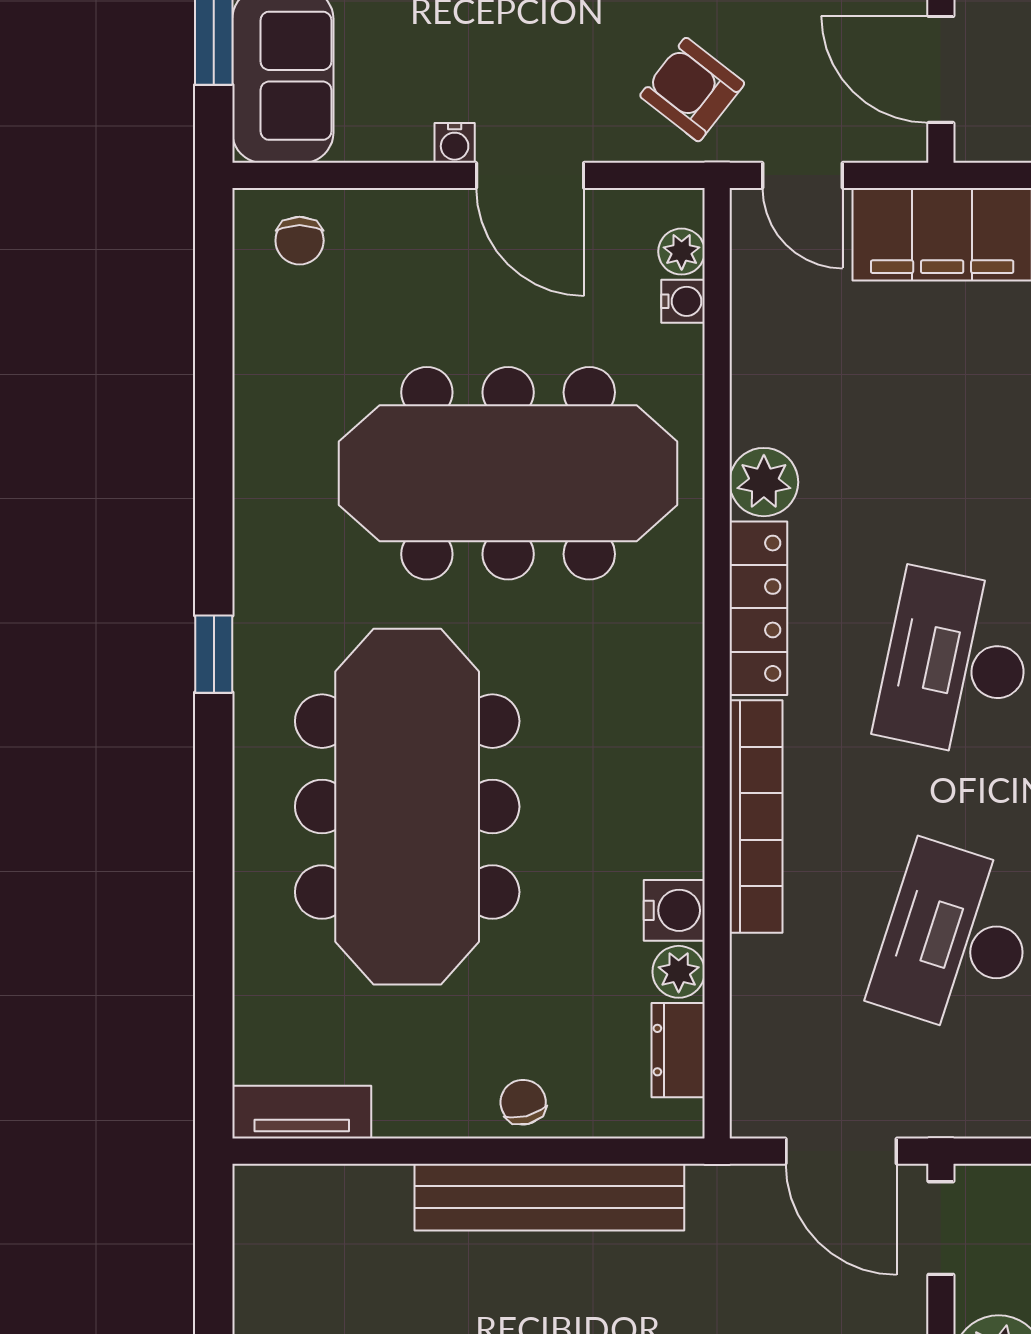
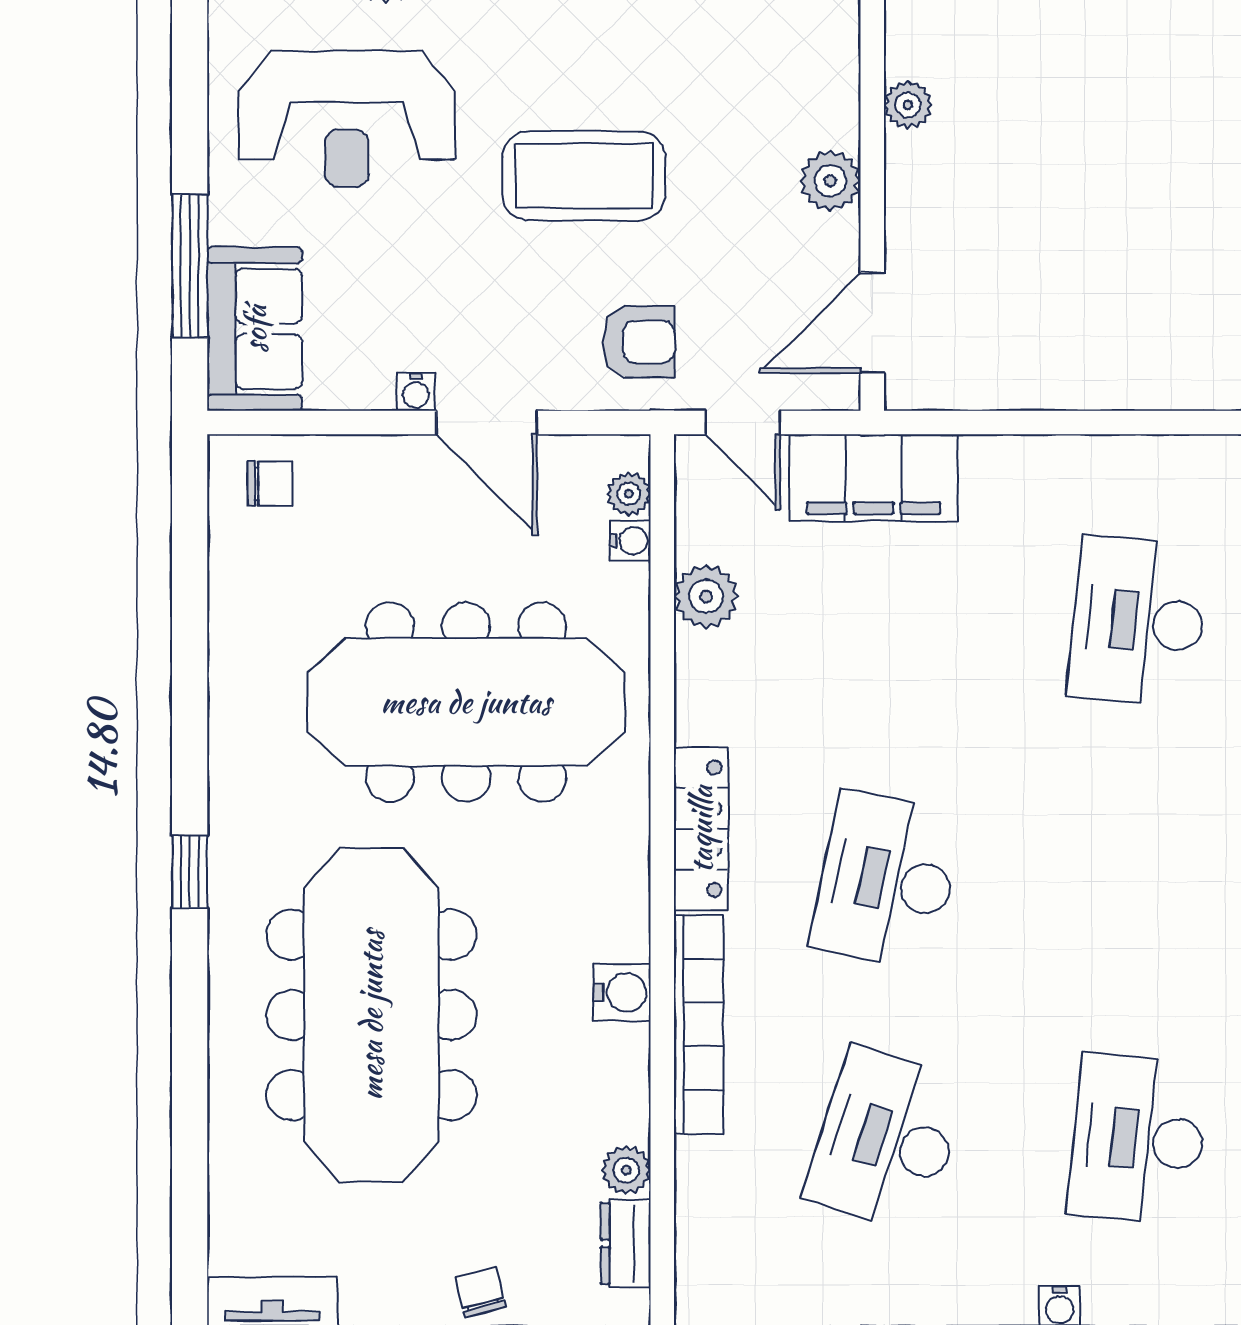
door: (941, 69) -> (872, 323), hinge flipped
armchair: (692, 90) -> (639, 342), turned 142
chair: (300, 241) -> (270, 484), turned -90
plant: (764, 482) -> (706, 597), moved
water cooler: (674, 910) -> (622, 992), moved

